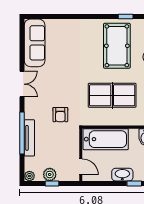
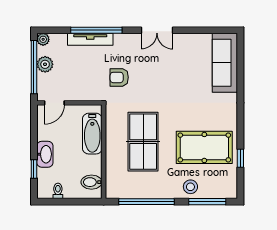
sofa: (35, 43) -> (225, 63), moved, turned 90
bathtub: (106, 139) -> (92, 134), width x0.73, depth x0.73
window: (52, 183) -> (34, 67), width x3.17

